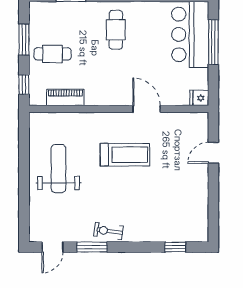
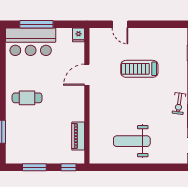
cafe table: (53, 54) -> (45, 146), removed
treadmill: (125, 155) -> (139, 69), moved, turned -90

